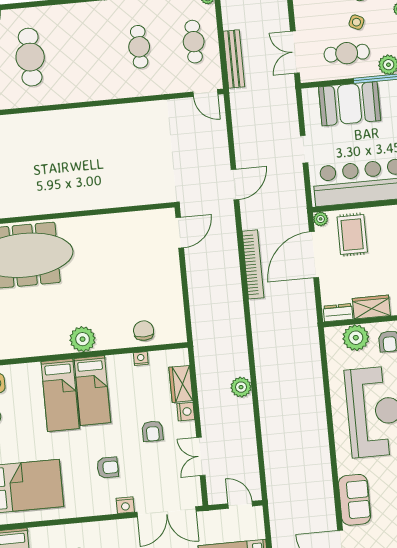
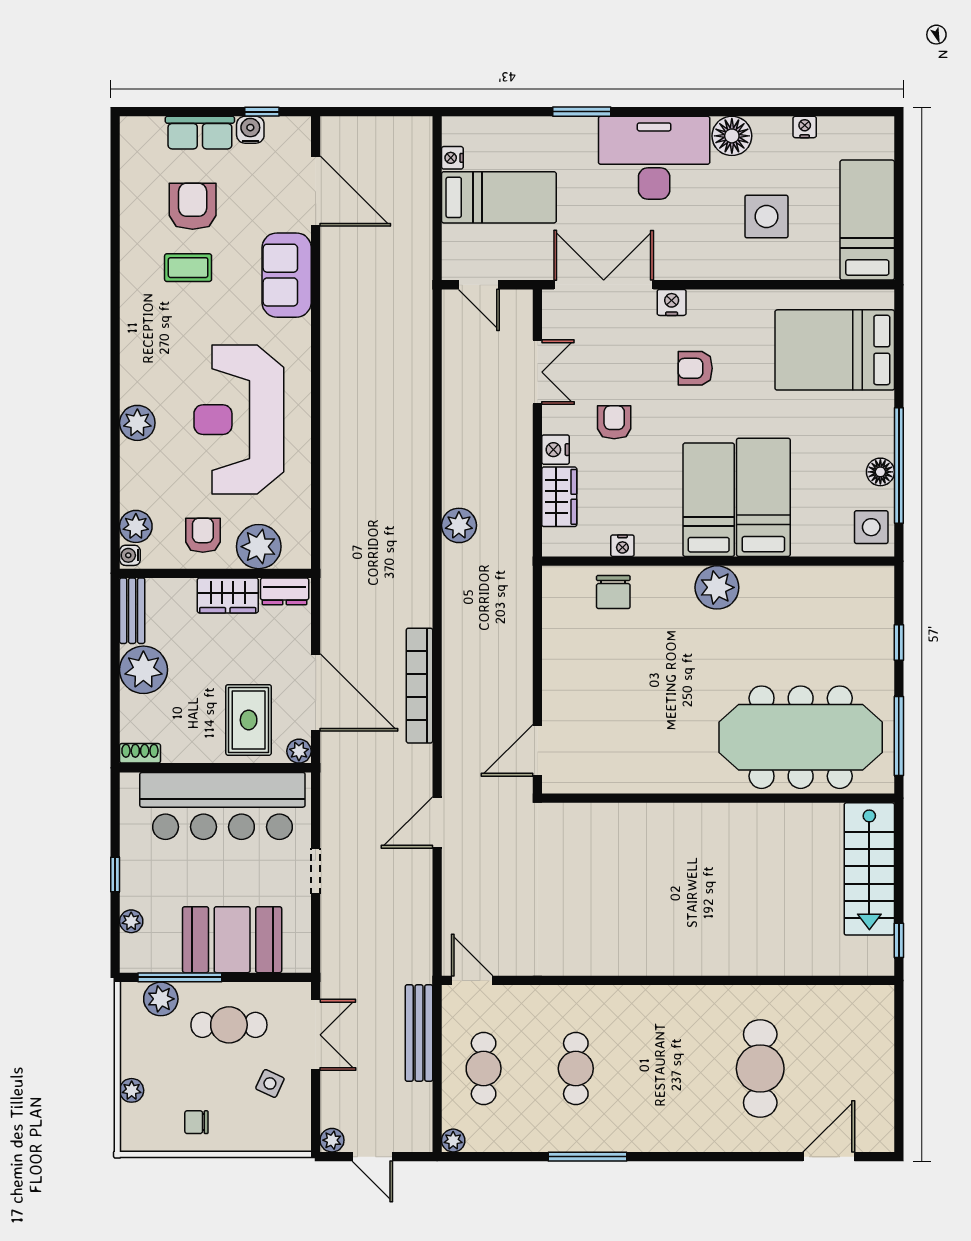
side table: (356, 22) -> (270, 1083), moved
door: (314, 255) -> (316, 692), hinge flipped
plant: (241, 387) -> (459, 525), moved

